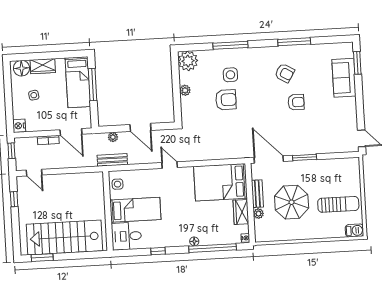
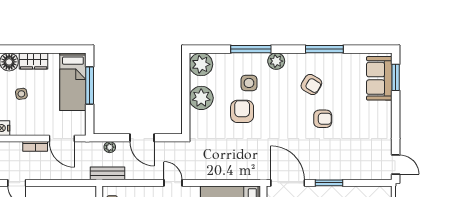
plant: (253, 55) -> (276, 61), added
sofa: (344, 78) -> (379, 78), moved
plant: (185, 90) -> (201, 98), width x1.87, depth x1.87
armchair: (226, 100) -> (242, 111), turned -90

